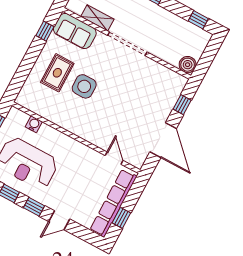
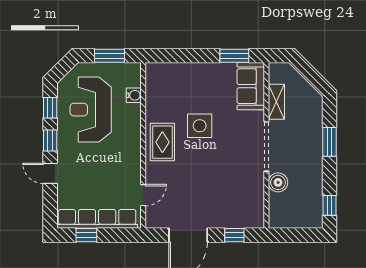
window: (45, 31) -> (234, 56), width x1.50
boiler: (188, 65) -> (278, 182), moved
rug: (57, 73) -> (162, 142), moved, turned 90

